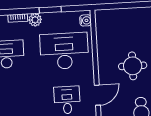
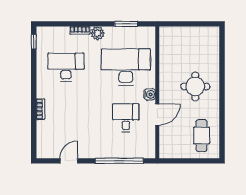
window: (50, 10) -> (126, 24), moved
water cooler: (86, 20) -> (150, 94), moved

